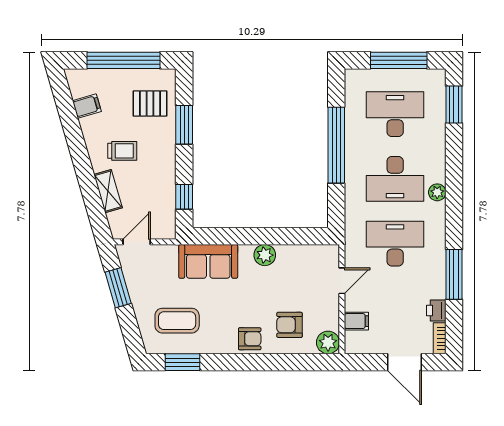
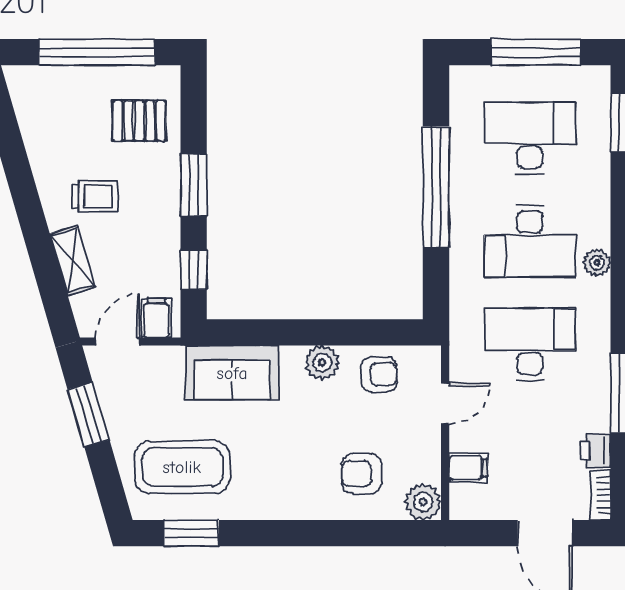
filing cabinet: (87, 106) -> (156, 318), moved, turned -74
window: (184, 125) -> (194, 185), moved
coffee table: (177, 321) -> (182, 467), width x1.36, depth x1.32
armchair: (250, 339) -> (379, 374), moved

